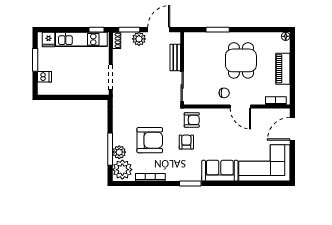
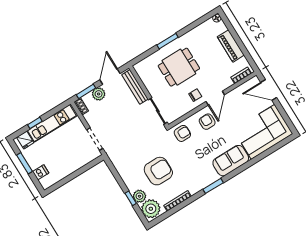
window: (97, 30) -> (35, 123), moved
window: (218, 30) -> (168, 41), moved
bench: (175, 57) -> (135, 87), width x1.36
dining table: (241, 60) -> (179, 67), moved, turned 90
door: (240, 107) -> (215, 98), hinge flipped
door: (292, 129) -> (269, 90), hinge flipped
armchair: (186, 142) -> (207, 122), moved
window: (110, 149) -> (131, 198), width x0.46

